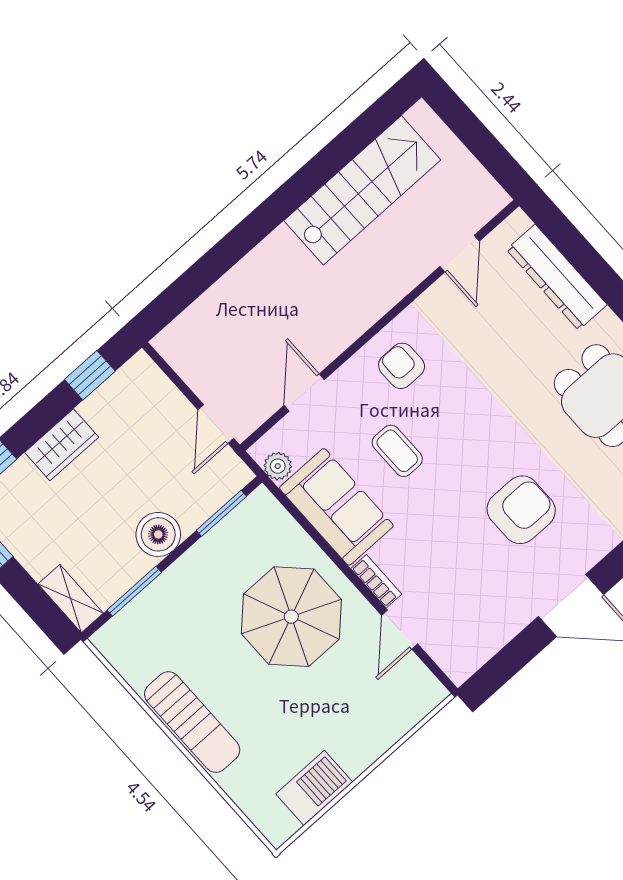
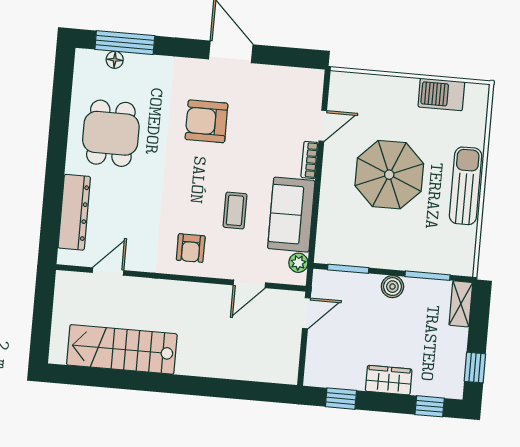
boiler: (158, 534) -> (392, 287), width x0.73, depth x0.73
parasol: (291, 617) -> (389, 175), moved

